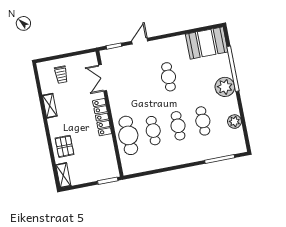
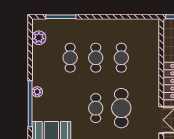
plant: (225, 87) -> (37, 92), width x0.53, depth x0.53
plant: (234, 122) -> (39, 38), moved
cafe table: (128, 135) -> (121, 108), moved

